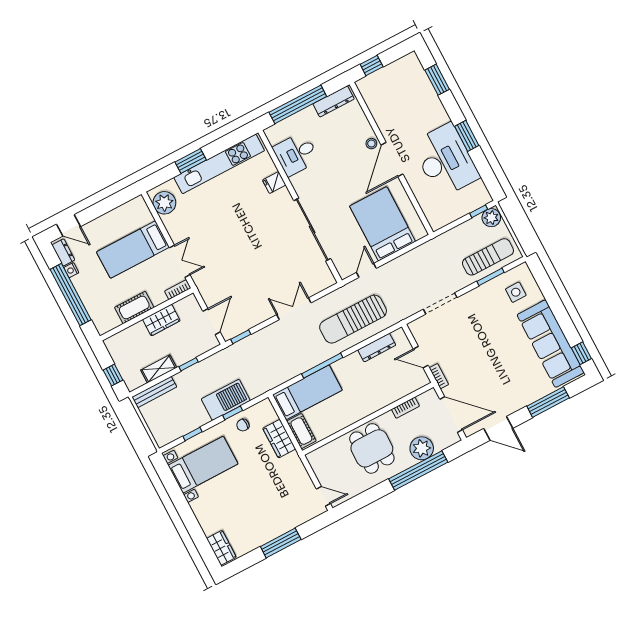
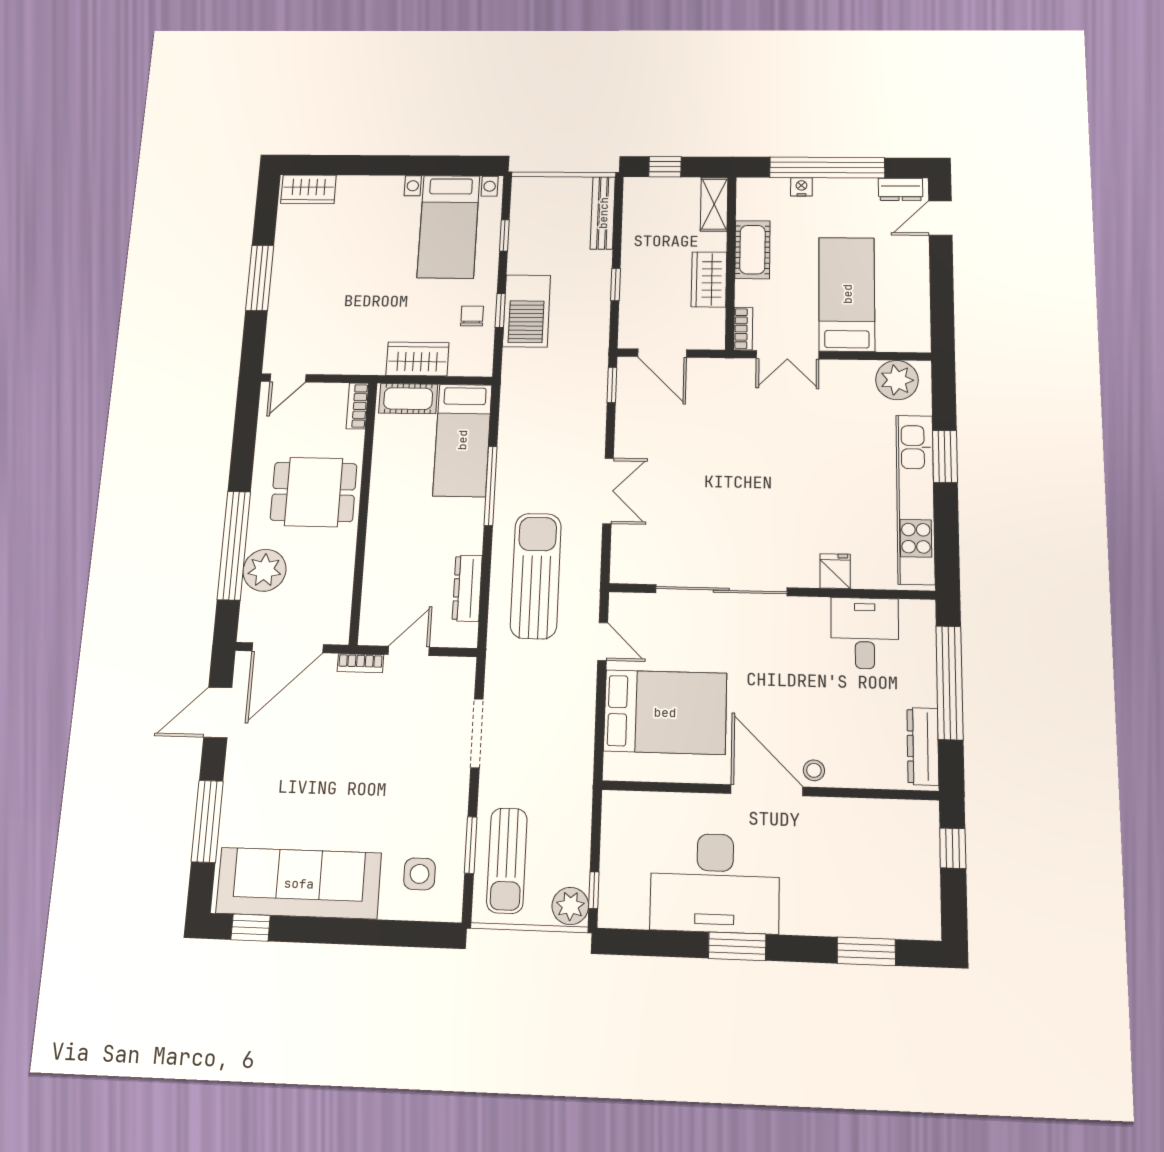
nightstand: (71, 270) -> (801, 187), moved
shelving: (159, 369) -> (714, 204), moved
bookcase: (405, 408) -> (357, 406), moved

